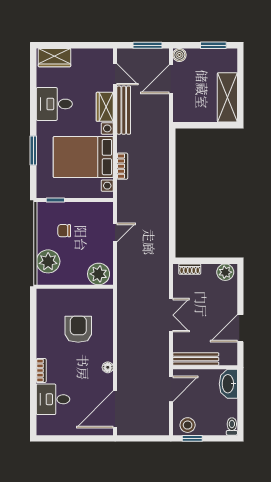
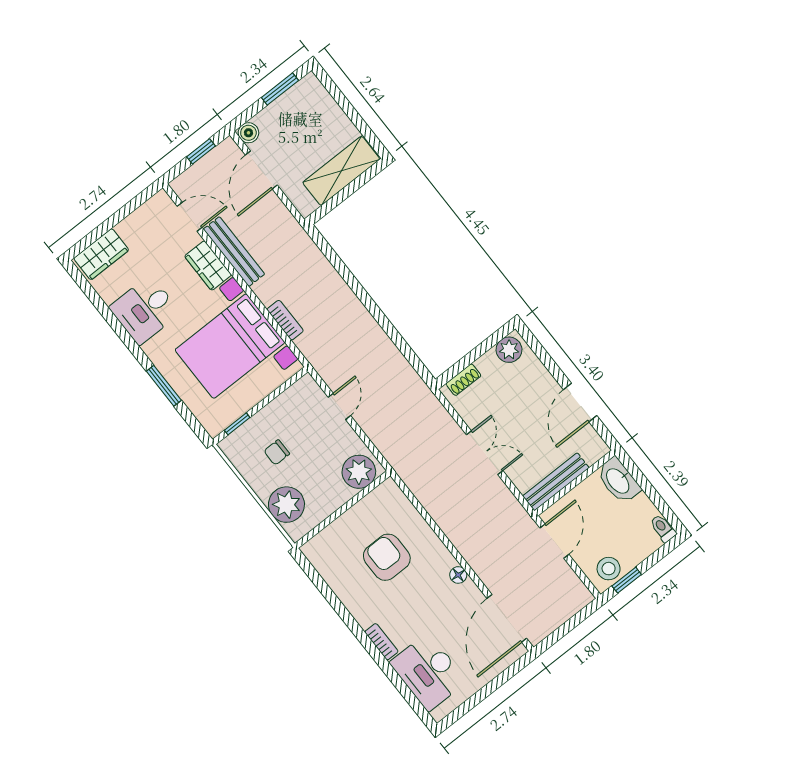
window: (147, 45) -> (201, 151), width x0.67
shelving: (227, 97) -> (341, 171), moved, turned 90
desk: (53, 399) -> (428, 672), width x1.37

